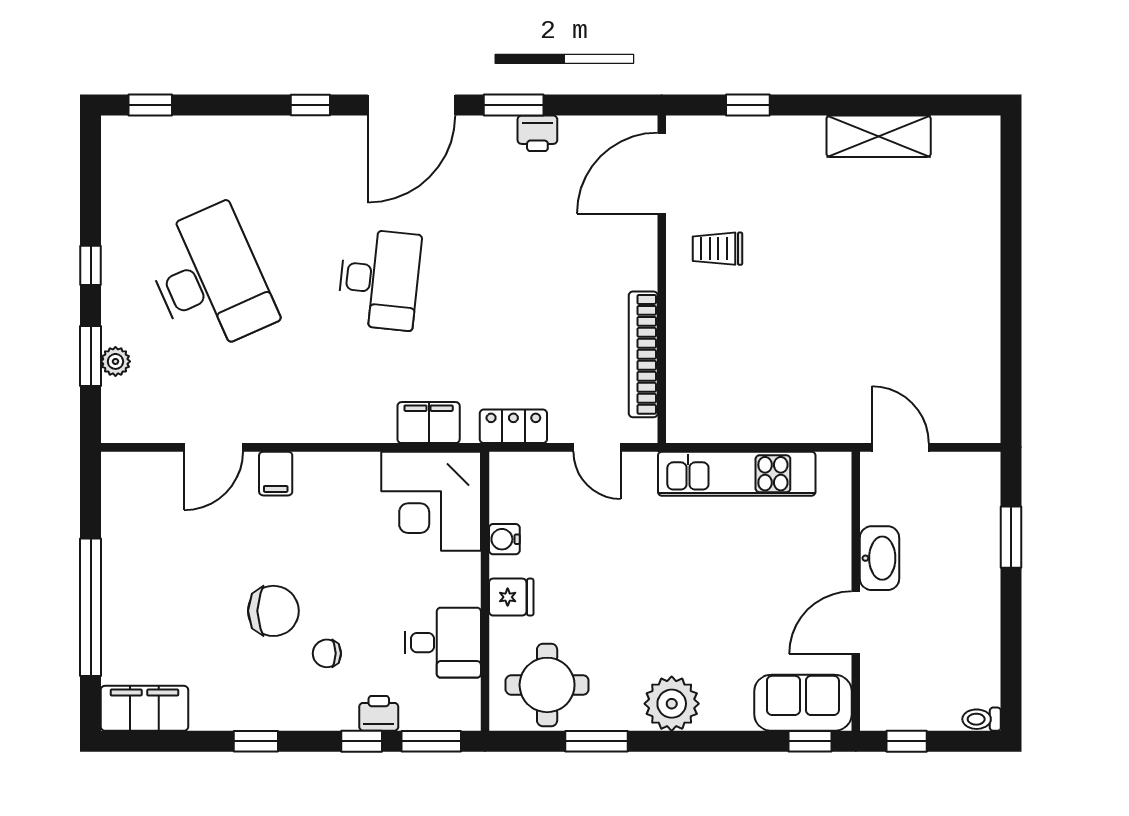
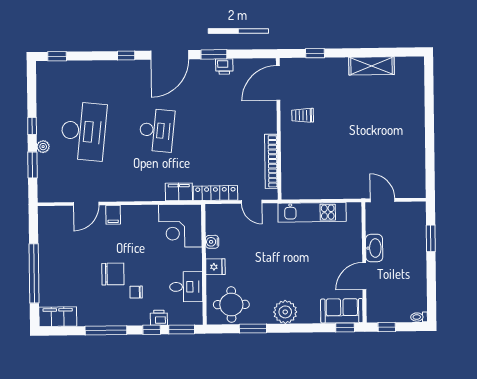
desk: (210, 279) -> (84, 131), turned 30
plant: (115, 361) -> (43, 147), moved
locker: (513, 426) -> (215, 193), width x1.53
window: (256, 741) -> (106, 330), width x2.17

